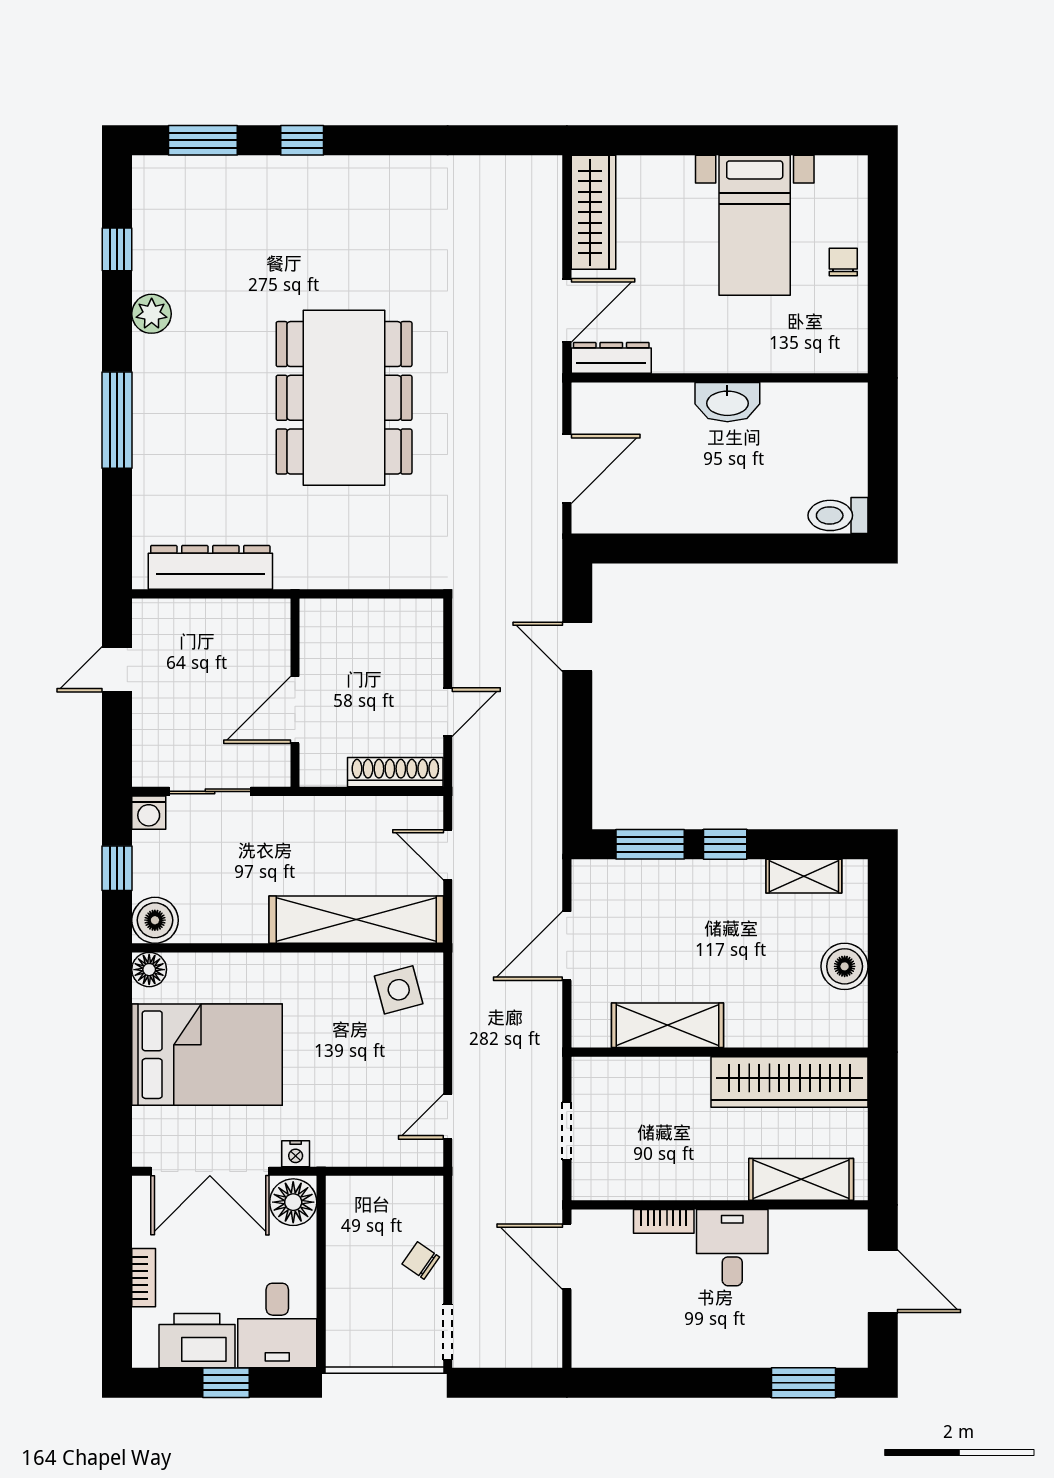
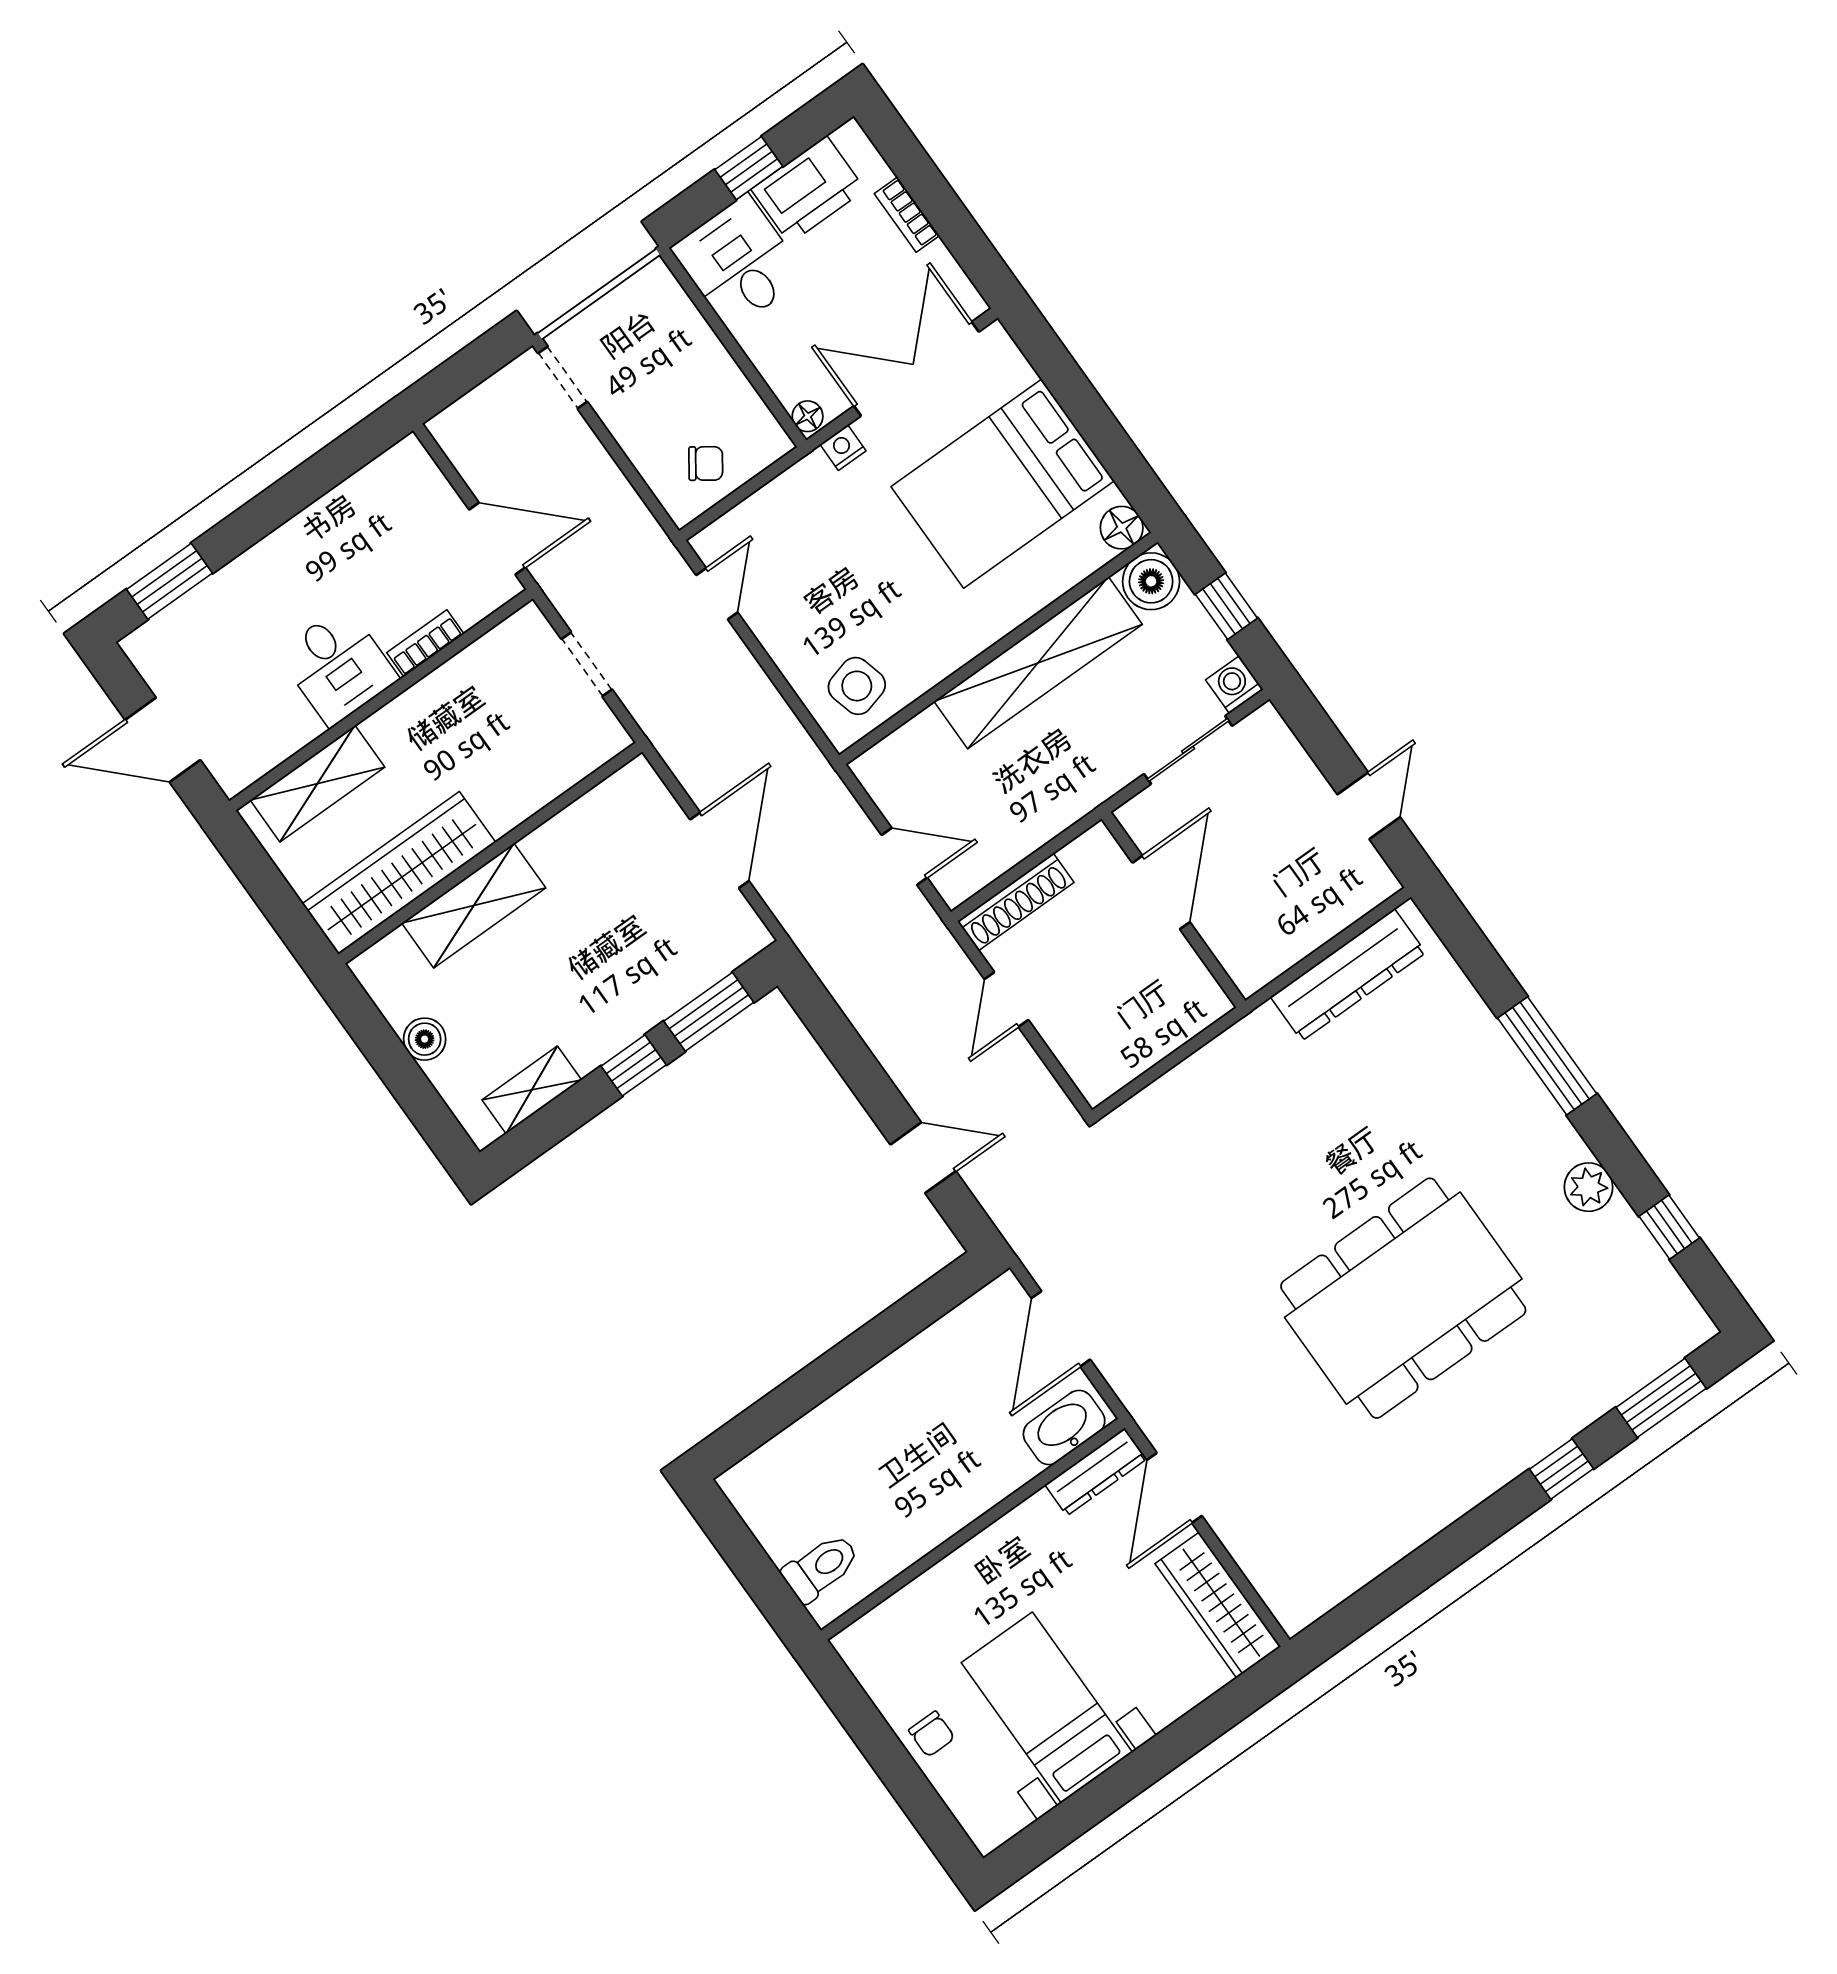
dining table: (344, 398) -> (1403, 1298), moved, turned 90
washbasin: (727, 402) -> (1064, 1428), moved
toilet: (838, 515) -> (821, 1568), moved
shelving: (356, 920) -> (1038, 663), moved
boiler: (845, 966) -> (425, 1039), width x0.73, depth x0.73
shelving: (668, 1025) -> (474, 906), moved
floor lamp: (293, 1202) -> (808, 416), width x0.53, depth x0.53
chair: (421, 1261) -> (706, 463), moved

